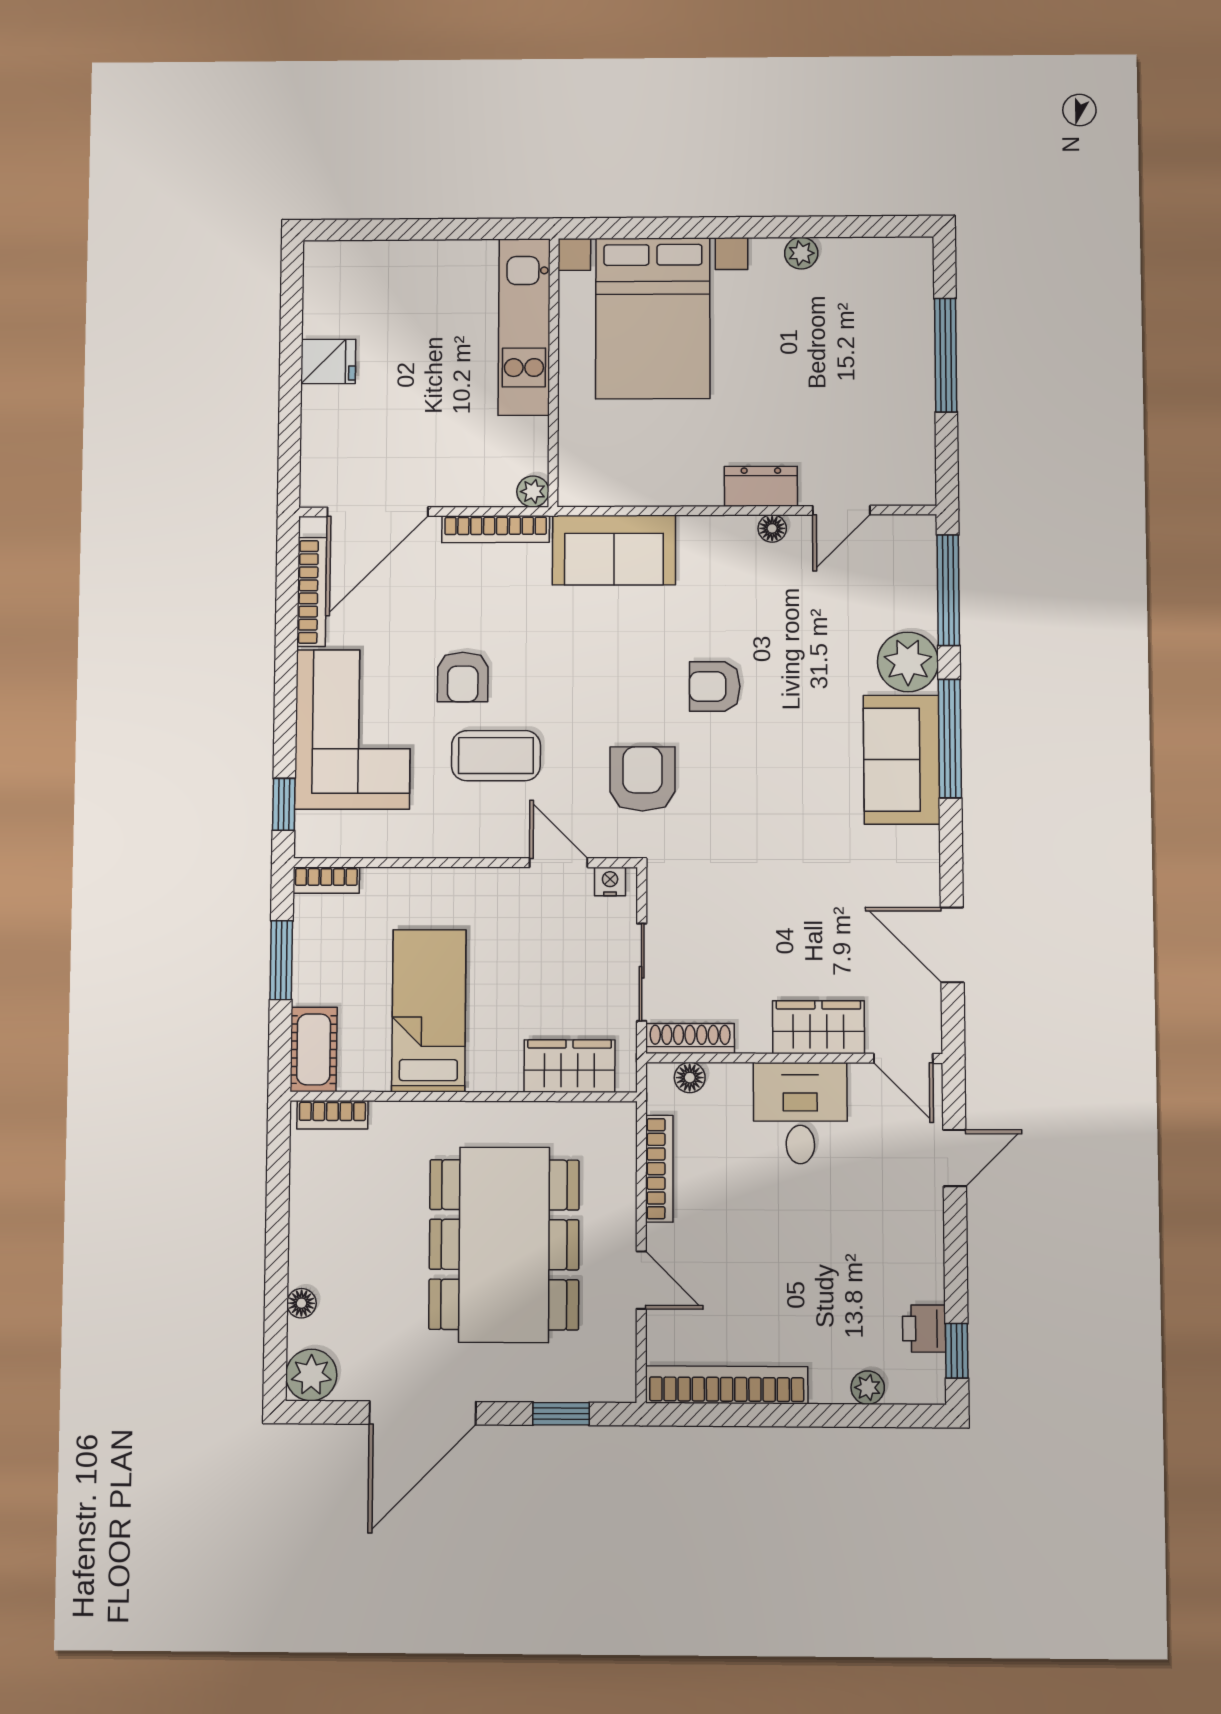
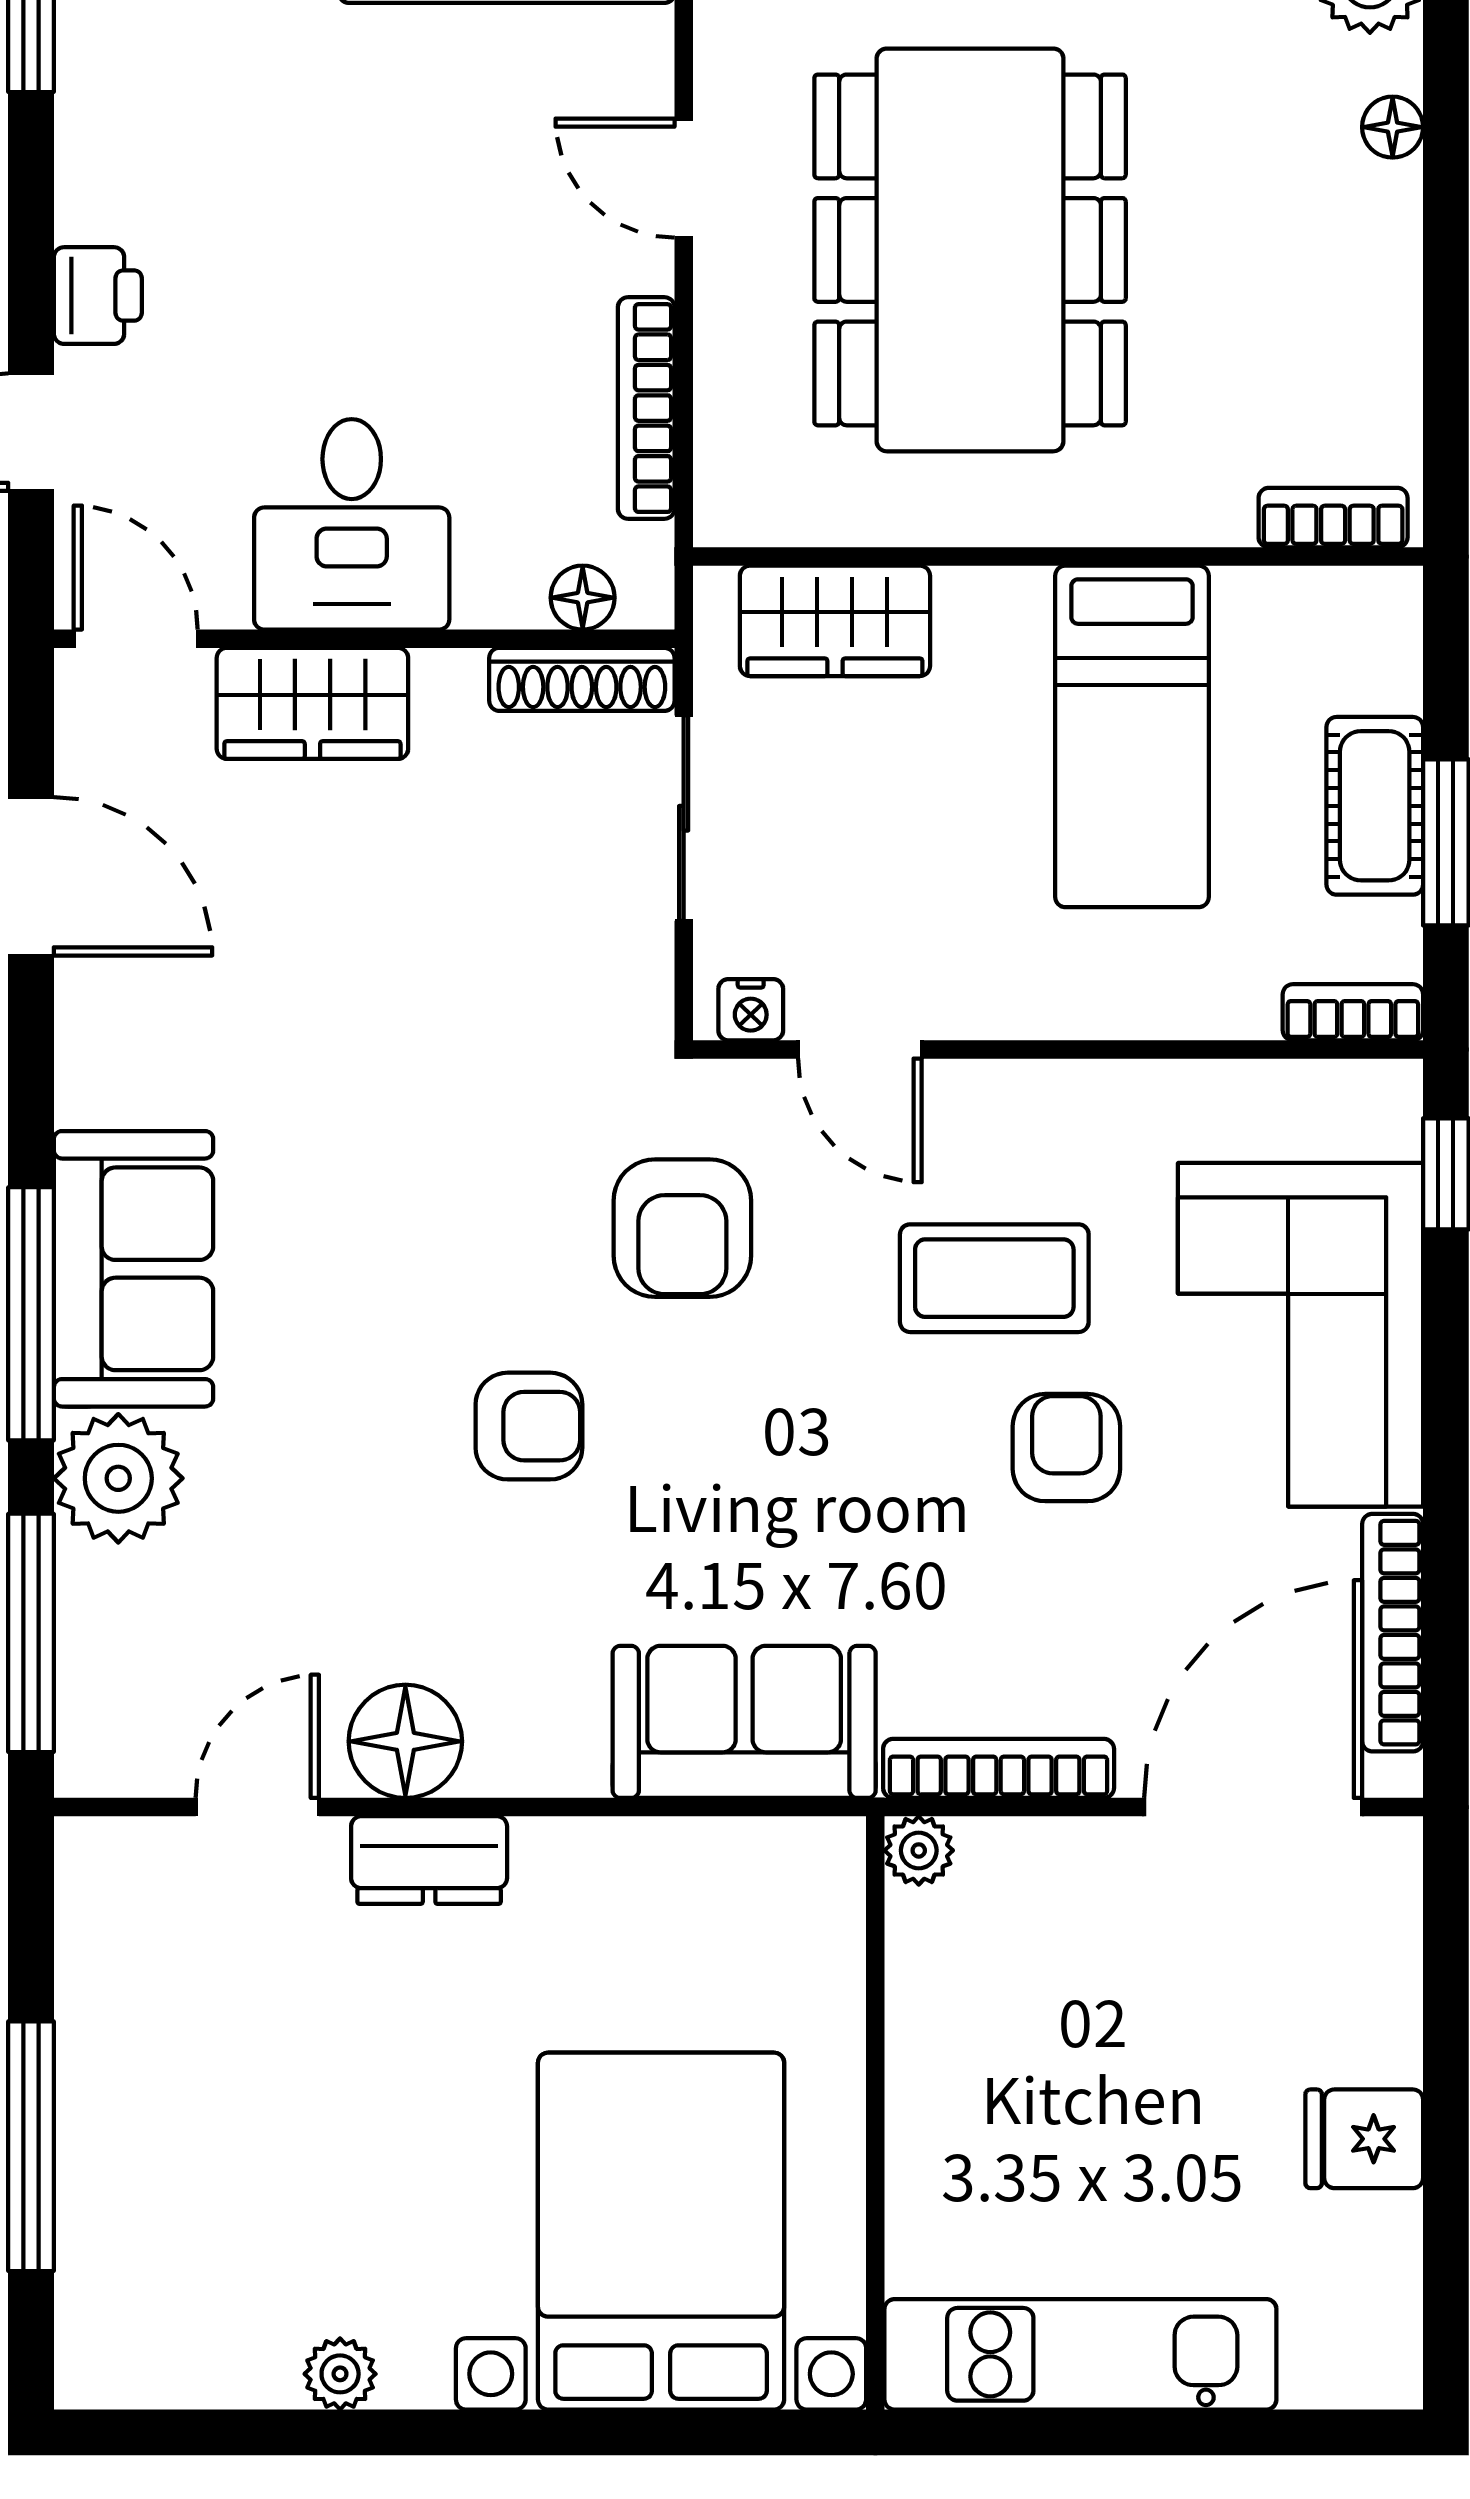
kitchen unit: (524, 327) -> (1080, 2354), moved, turned -90
floor lamp: (772, 528) -> (405, 1741), width x1.89, depth x1.89
cot: (314, 1049) -> (1375, 806), moved
printer: (924, 1329) -> (98, 296), moved

